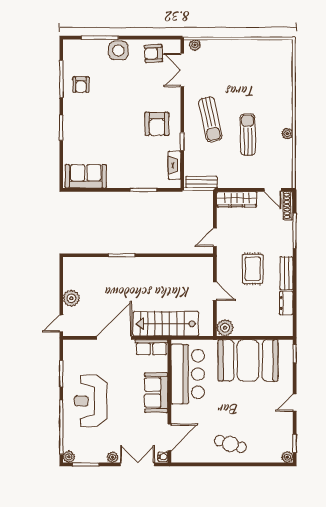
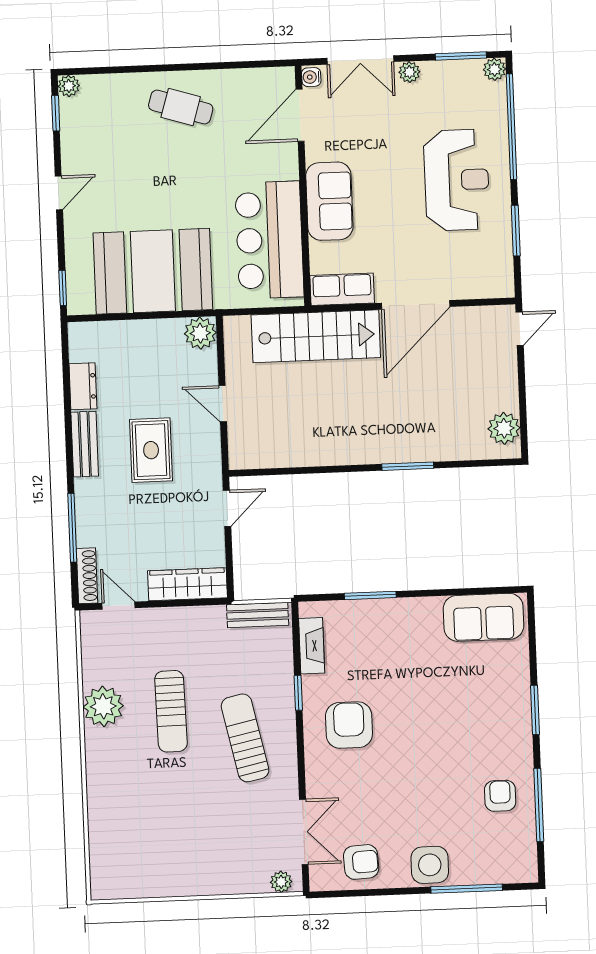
plant: (287, 134) -> (103, 706), width x1.87, depth x1.87
plant: (71, 298) -> (504, 428), moved

